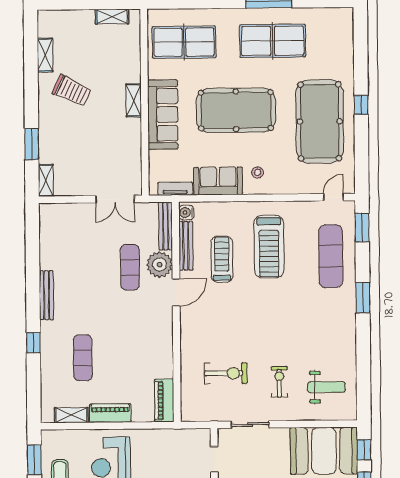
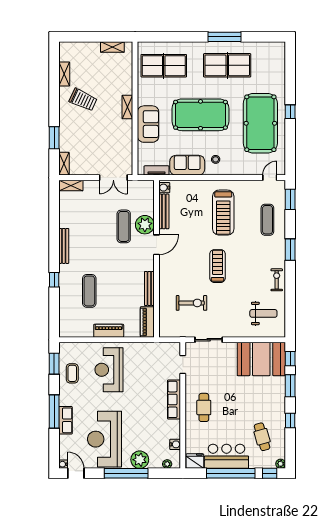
sofa: (163, 115) -> (148, 124), width x0.73
bench: (165, 226) -> (149, 288), moved
exercise mat: (331, 256) -> (267, 220), width x0.73, depth x0.69
treadmill: (222, 259) -> (218, 266), moved
exercise bike: (279, 382) -> (277, 280), moved
shelving: (71, 415) -> (71, 185), moved

